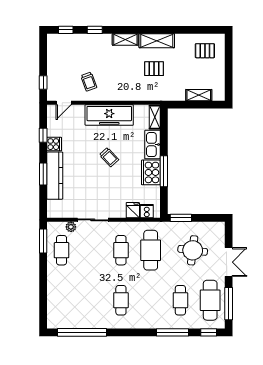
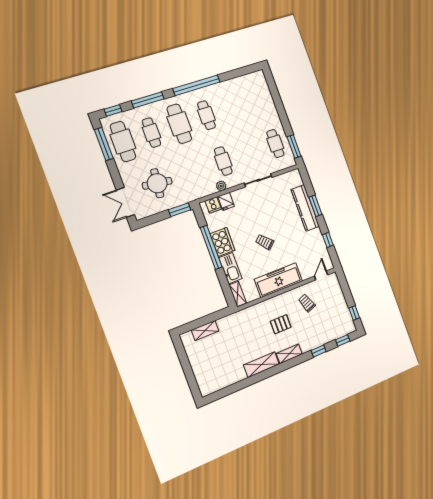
pallet: (205, 51) -> (215, 374), removed
pallet: (154, 69) -> (281, 324), moved
window: (43, 83) -> (354, 313), moved
cooker: (54, 144) -> (316, 236), removed
window: (164, 171) -> (211, 247), width x1.46
plant: (71, 227) -> (221, 186), moved
cafe table: (151, 250) -> (179, 124), moved
double door: (229, 262) -> (125, 202), moved
window: (82, 332) -> (196, 85), moved

